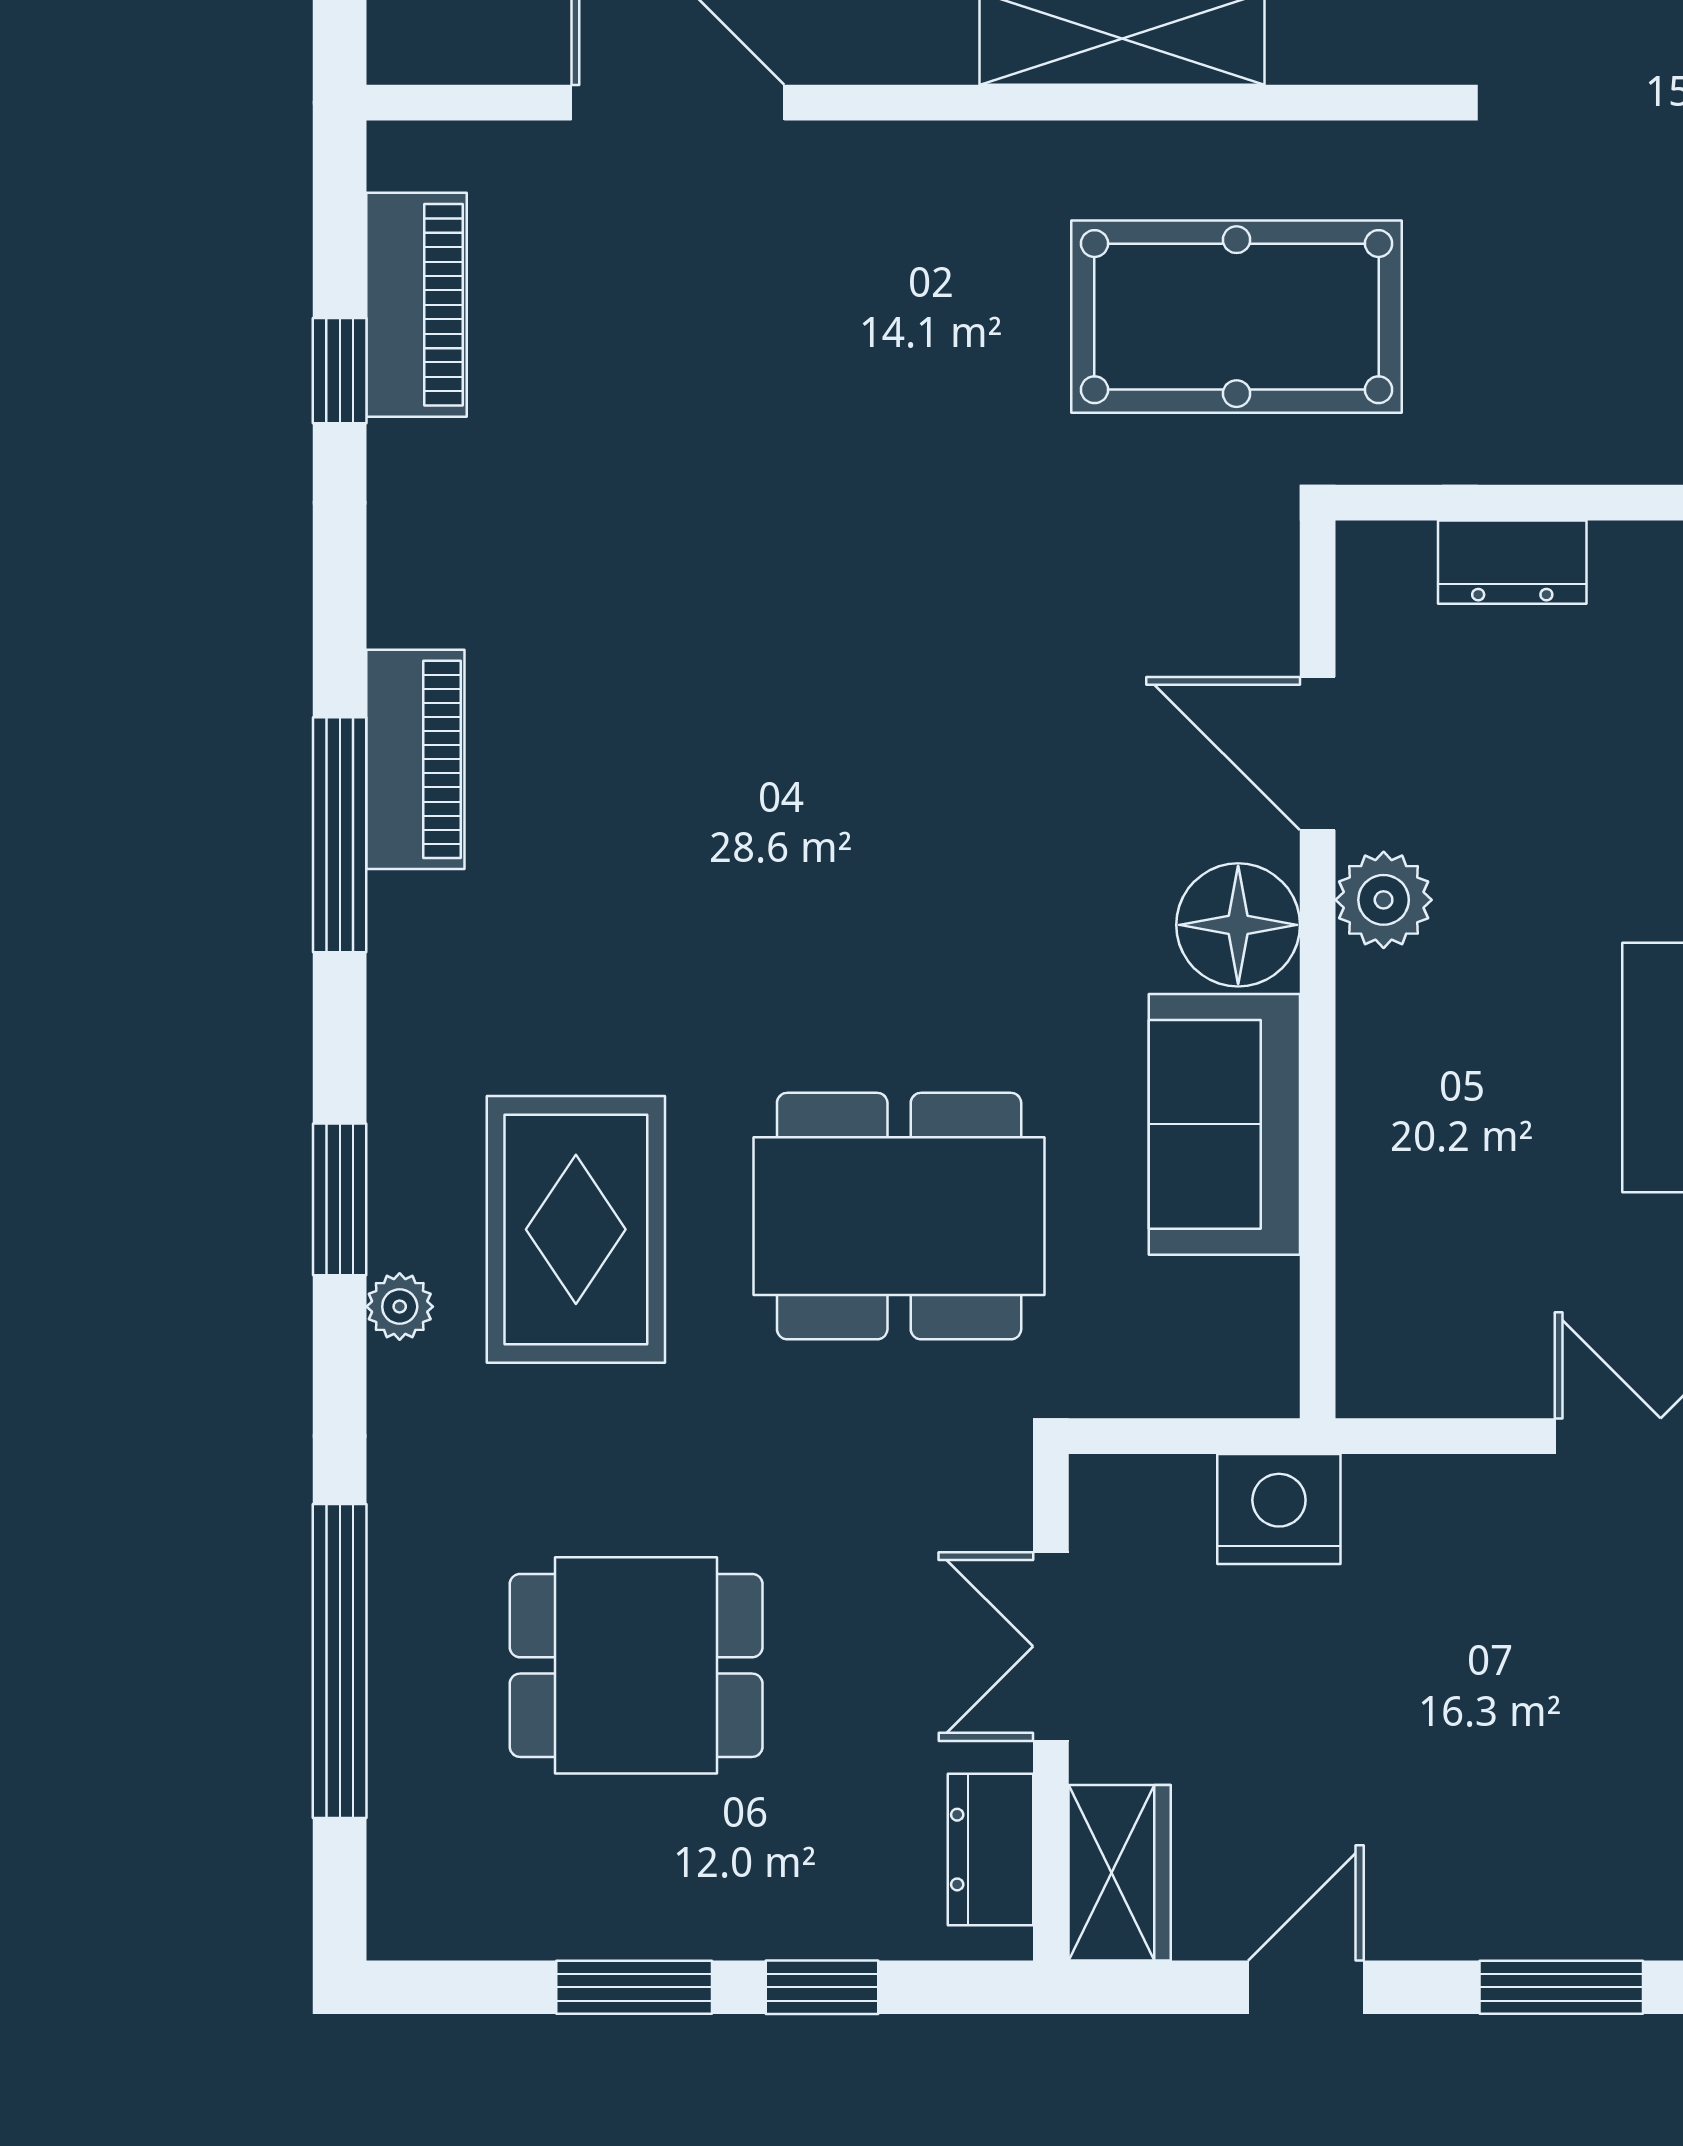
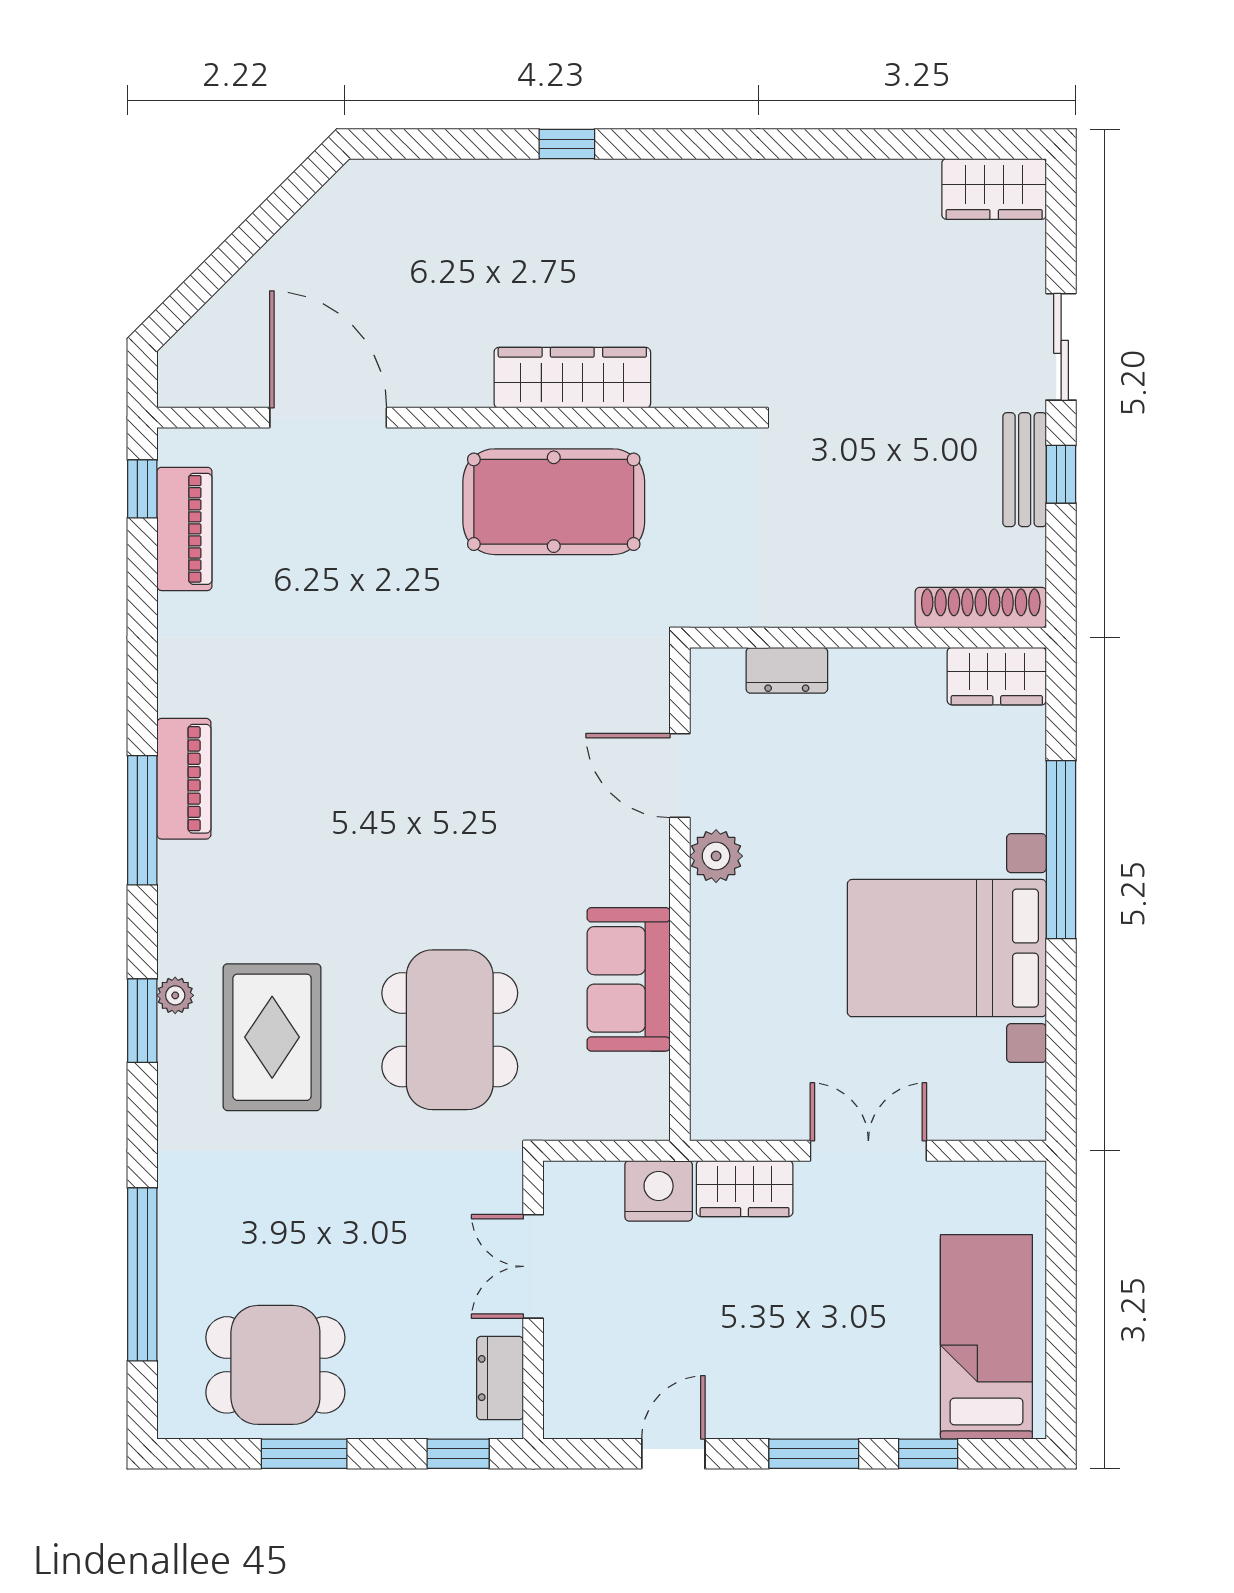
pool table: (1237, 317) -> (554, 502), moved
window: (340, 371) -> (142, 489), moved
floor lamp: (1238, 925) -> (636, 870), removed
dining table: (899, 1216) -> (450, 1030), turned 90
plant: (400, 1307) -> (175, 995), moved
dining table: (636, 1665) -> (275, 1365), moved
wardrobe: (1120, 1873) -> (745, 1189), moved, turned 90
window: (822, 1987) -> (458, 1454), moved

